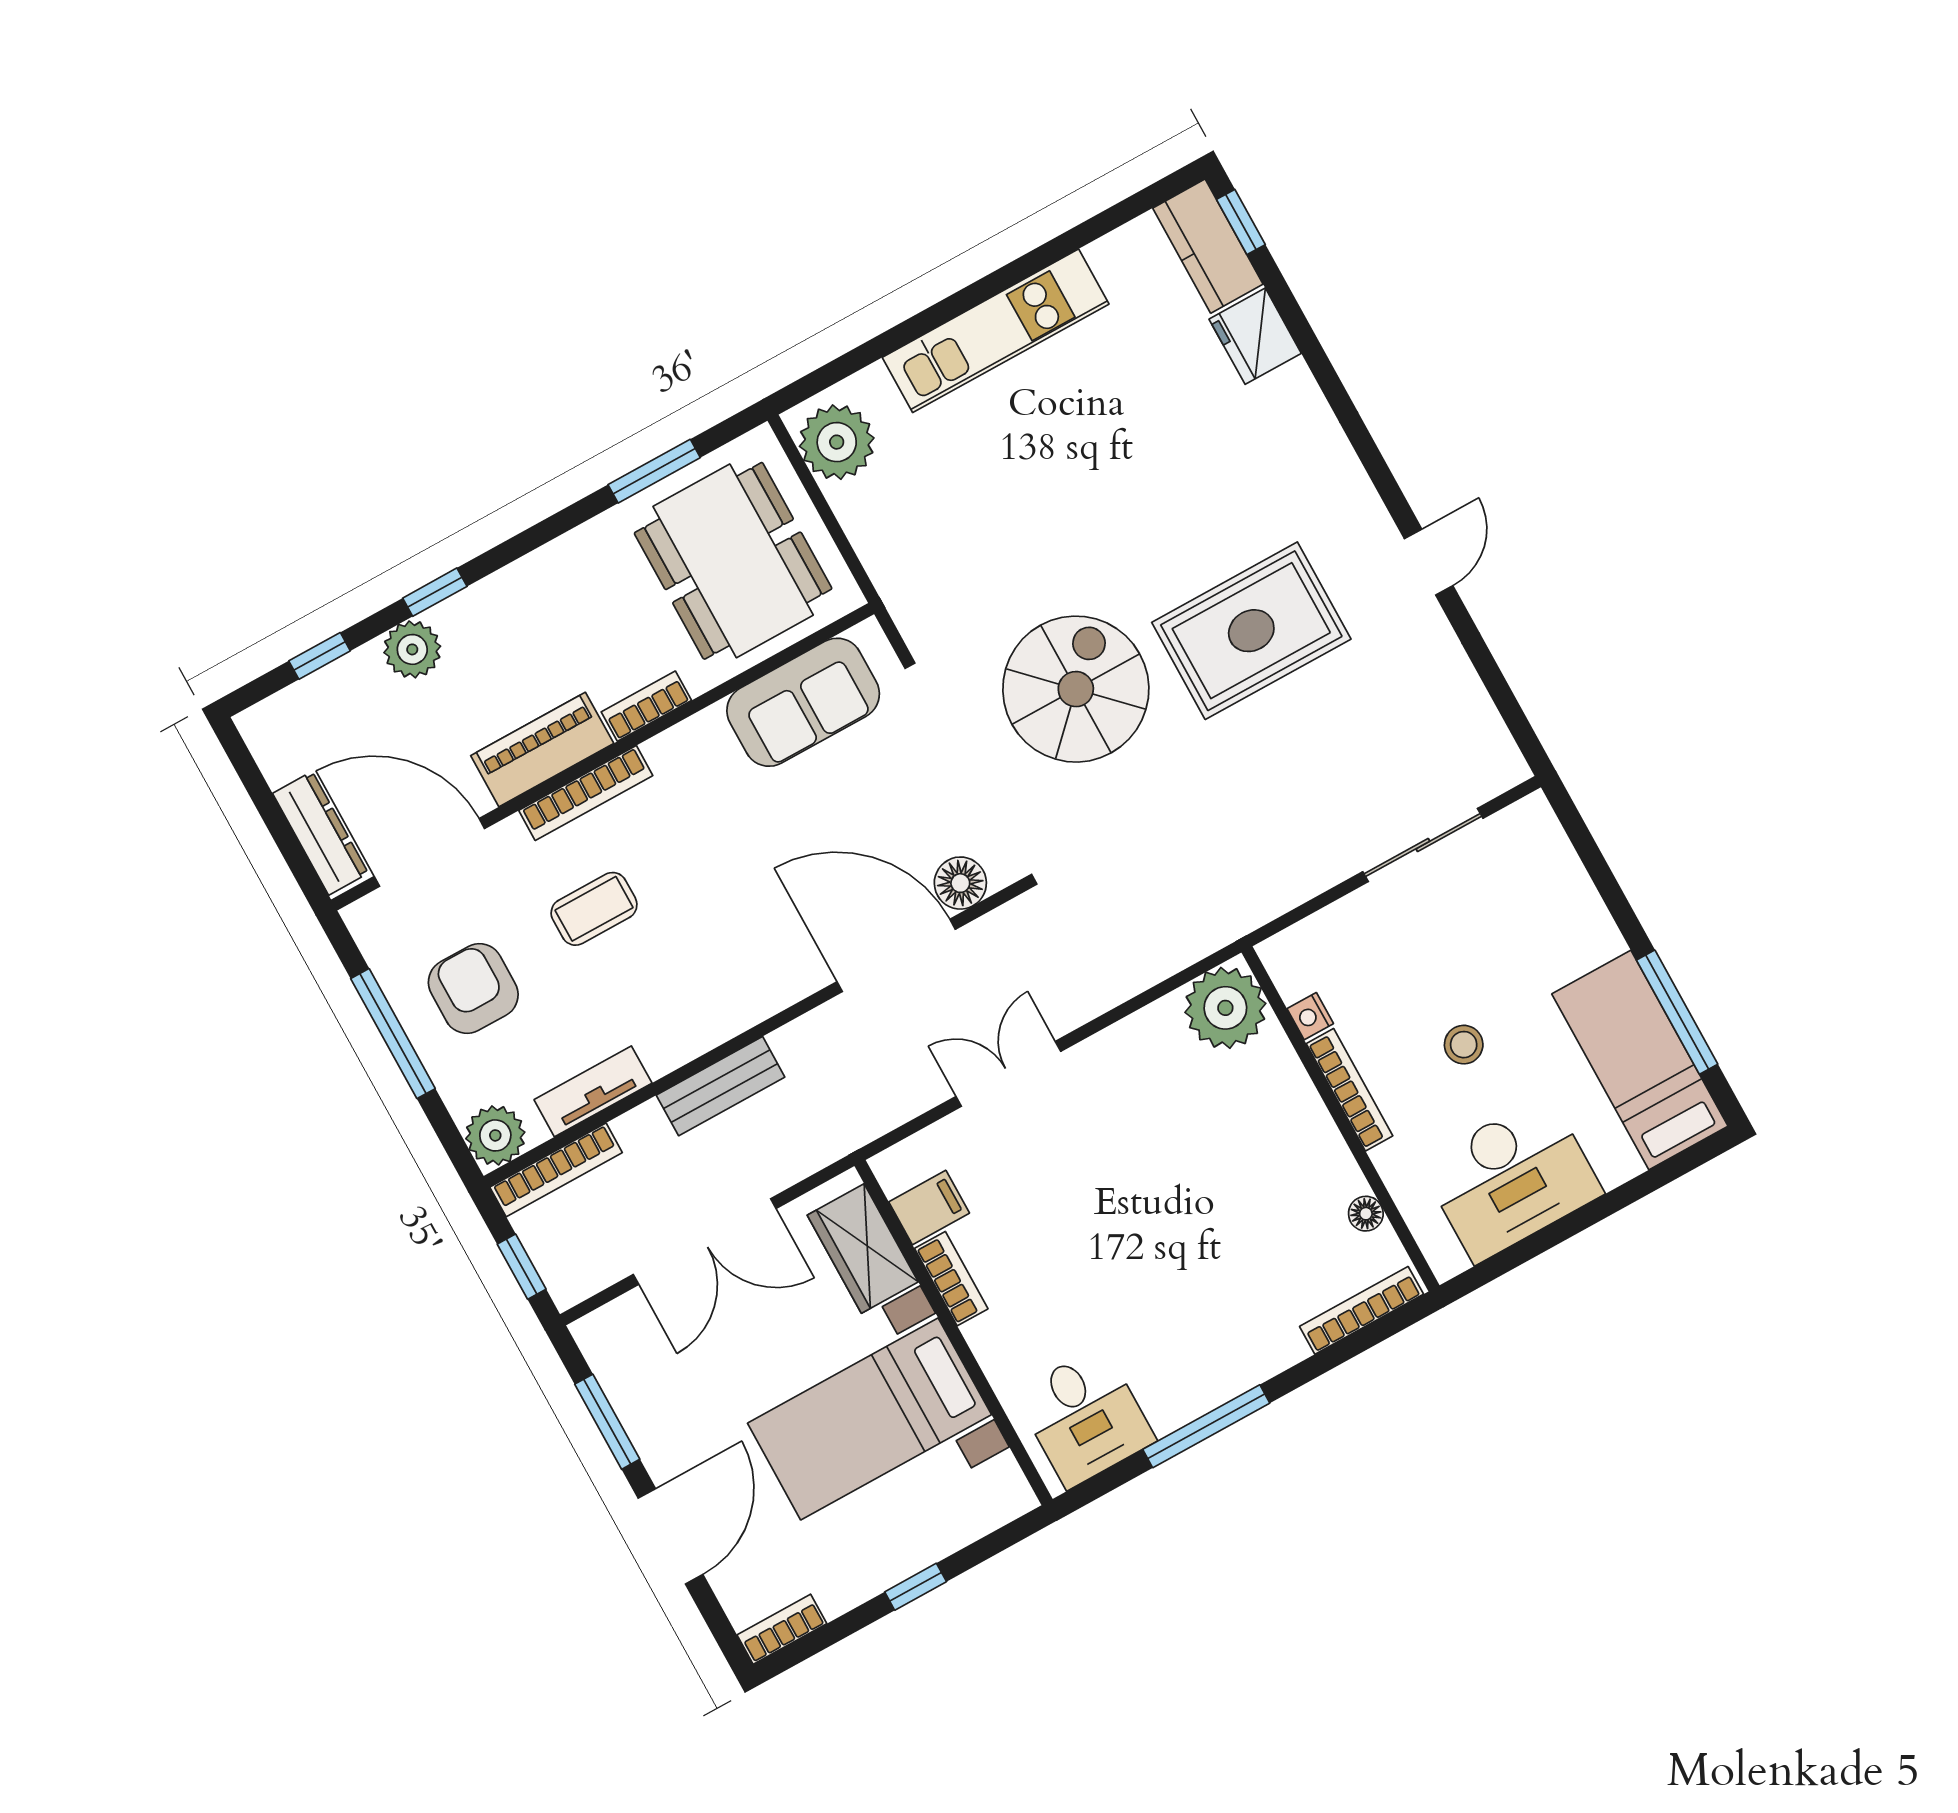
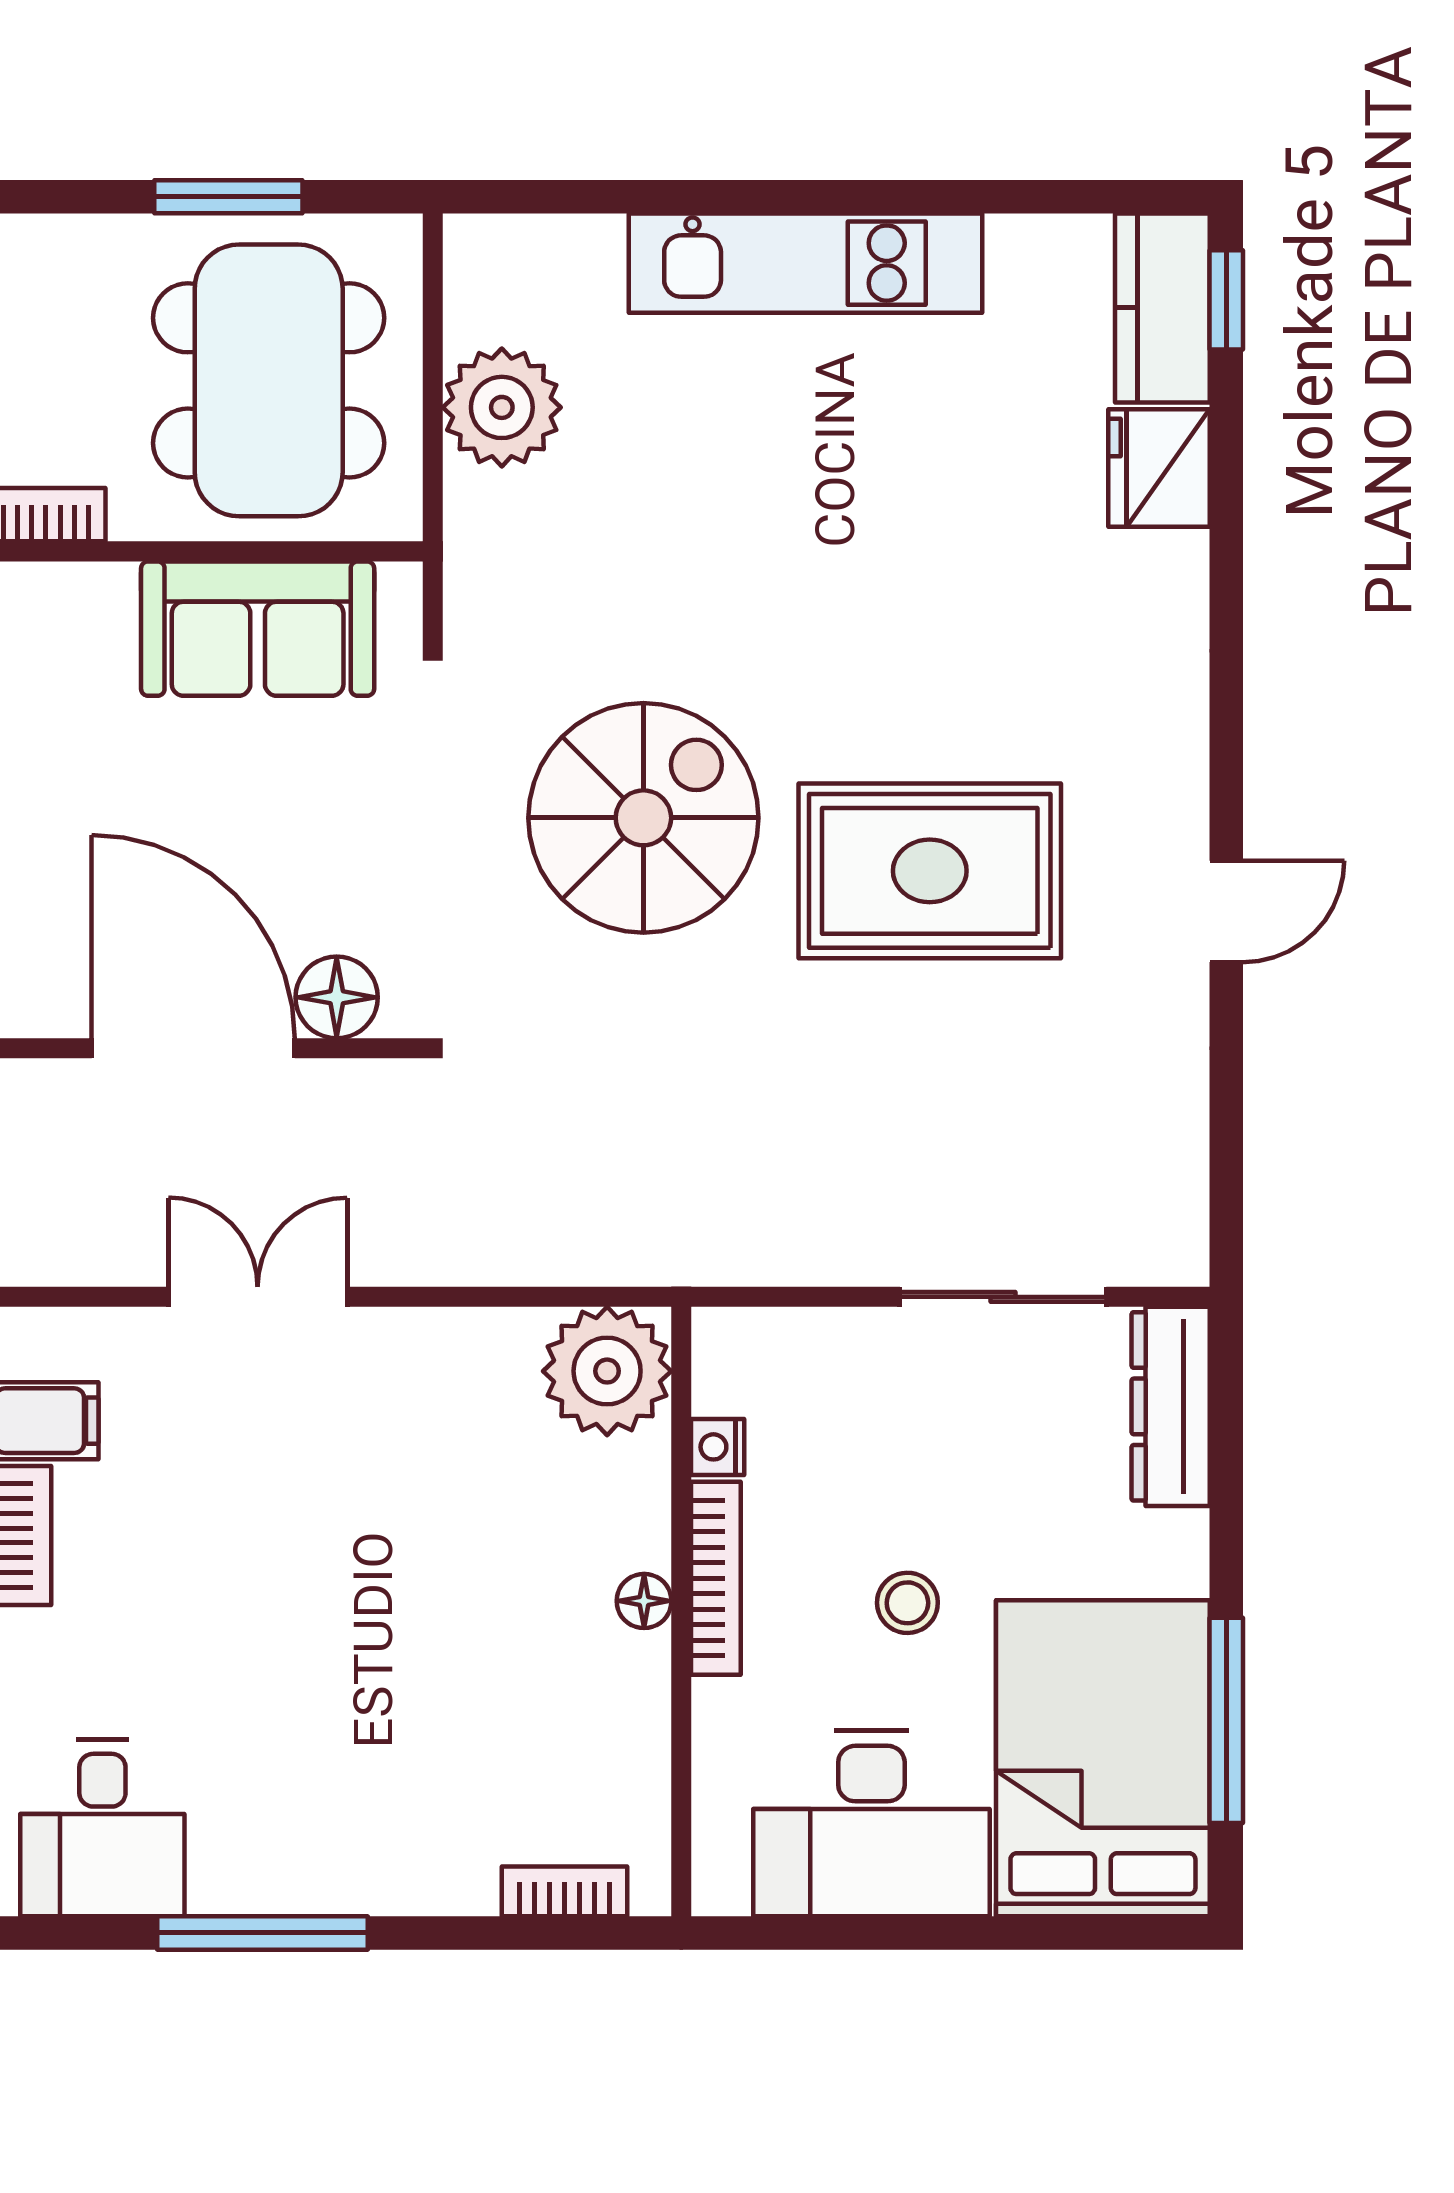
plant: (837, 442) -> (502, 407), moved
dresser: (1550, 855) -> (1171, 1406), added
bed: (1640, 1060) -> (1103, 1758), width x1.50
floor lamp: (1366, 1214) -> (644, 1601), moved
bookcase: (1362, 1310) -> (565, 1891), width x0.64

